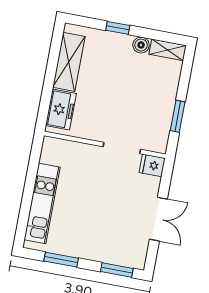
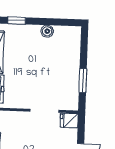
window: (118, 28) -> (17, 21), moved
shelving: (168, 50) -> (68, 32), removed

